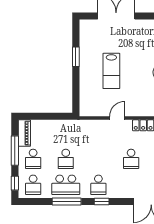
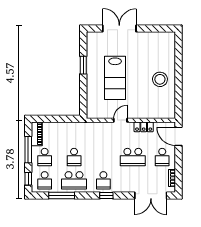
lab bench: (111, 71) -> (115, 78), width x1.36, depth x1.39
school desk: (131, 159) -> (133, 157), width x1.85
window: (67, 202) -> (62, 195), moved

